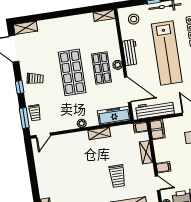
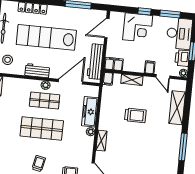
lab bench: (167, 53) -> (46, 37), turned 180
freezer: (114, 116) -> (90, 112), moved
shelving: (99, 133) -> (101, 141), moved
trolley: (117, 176) -> (135, 115), moved
door: (157, 183) -> (163, 76), swing flipped

